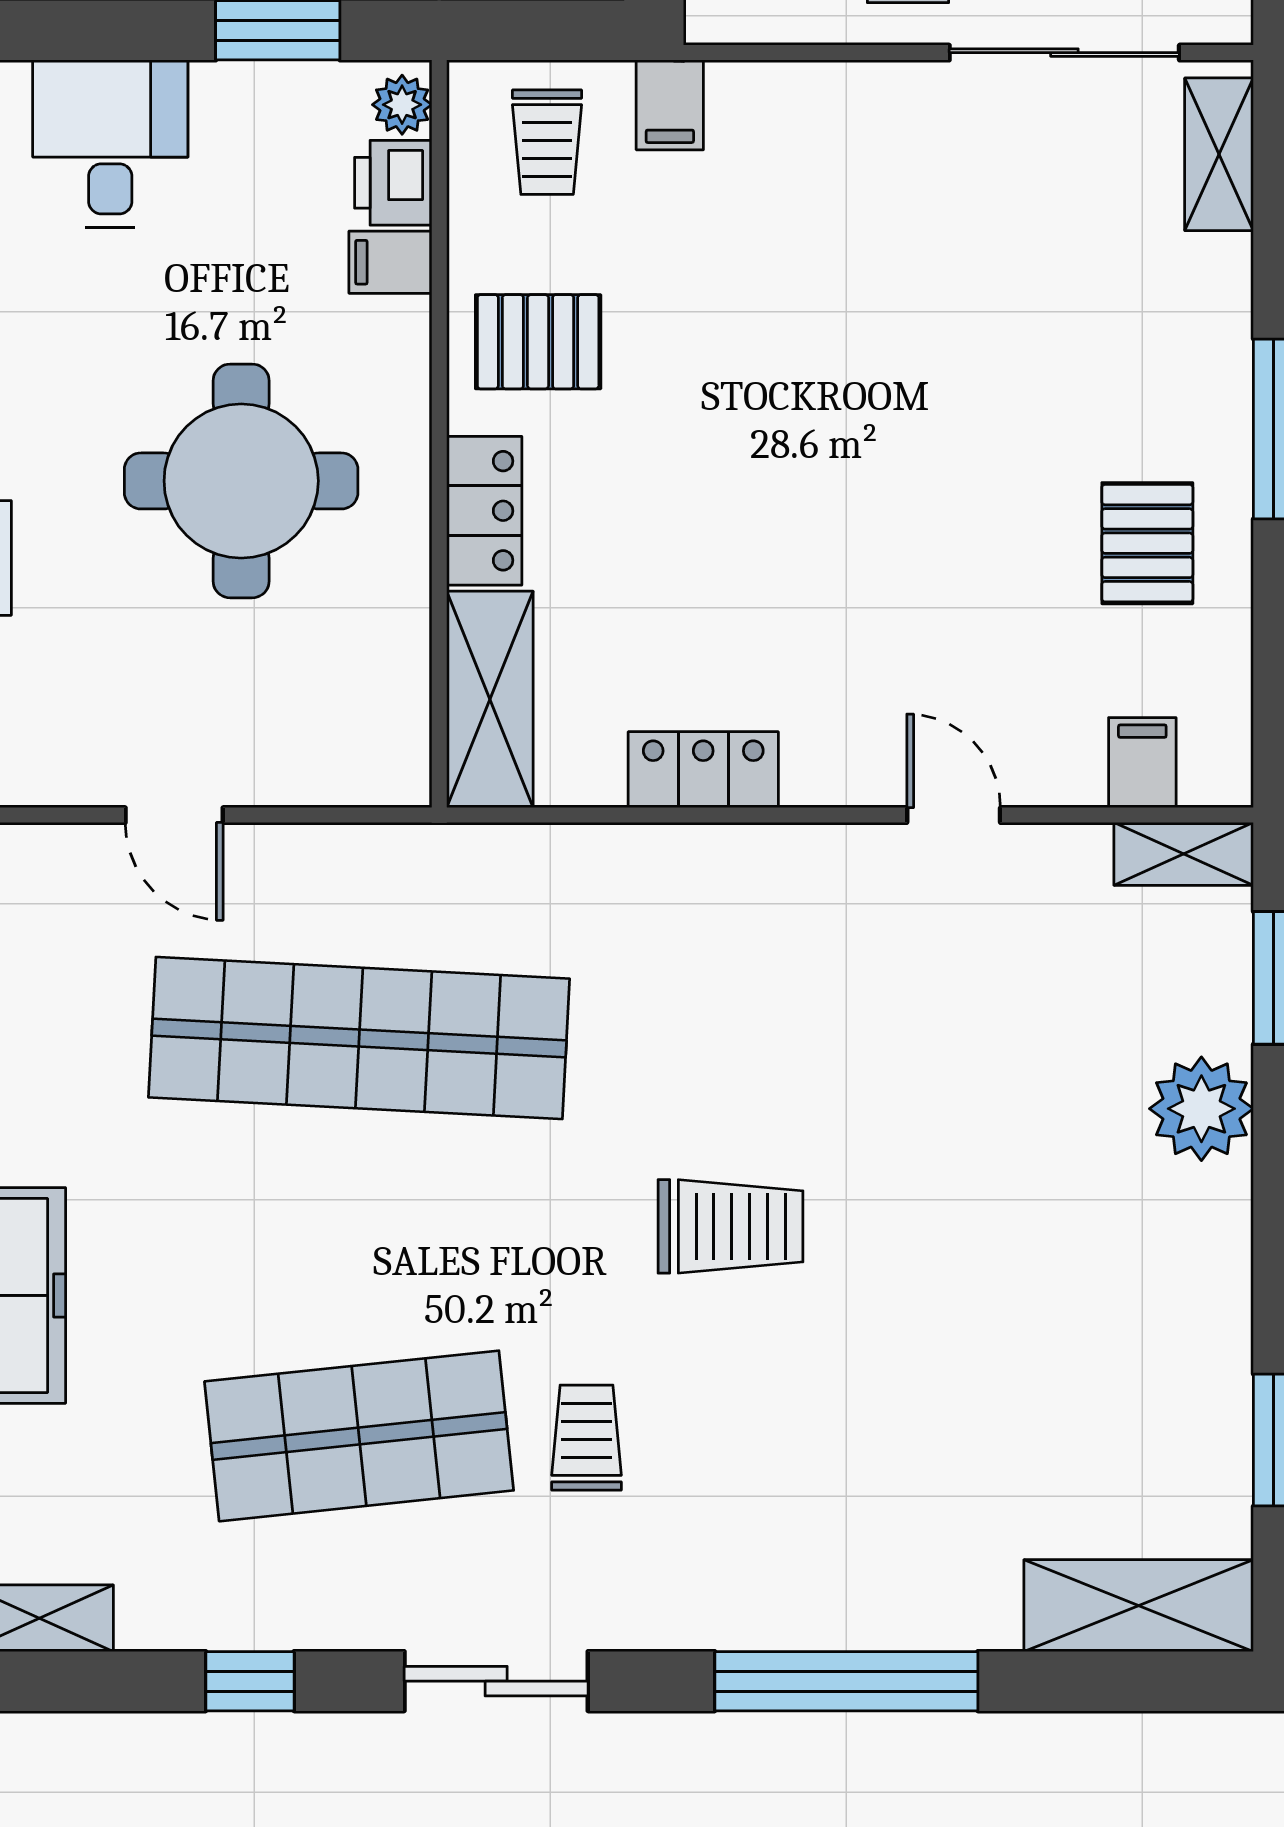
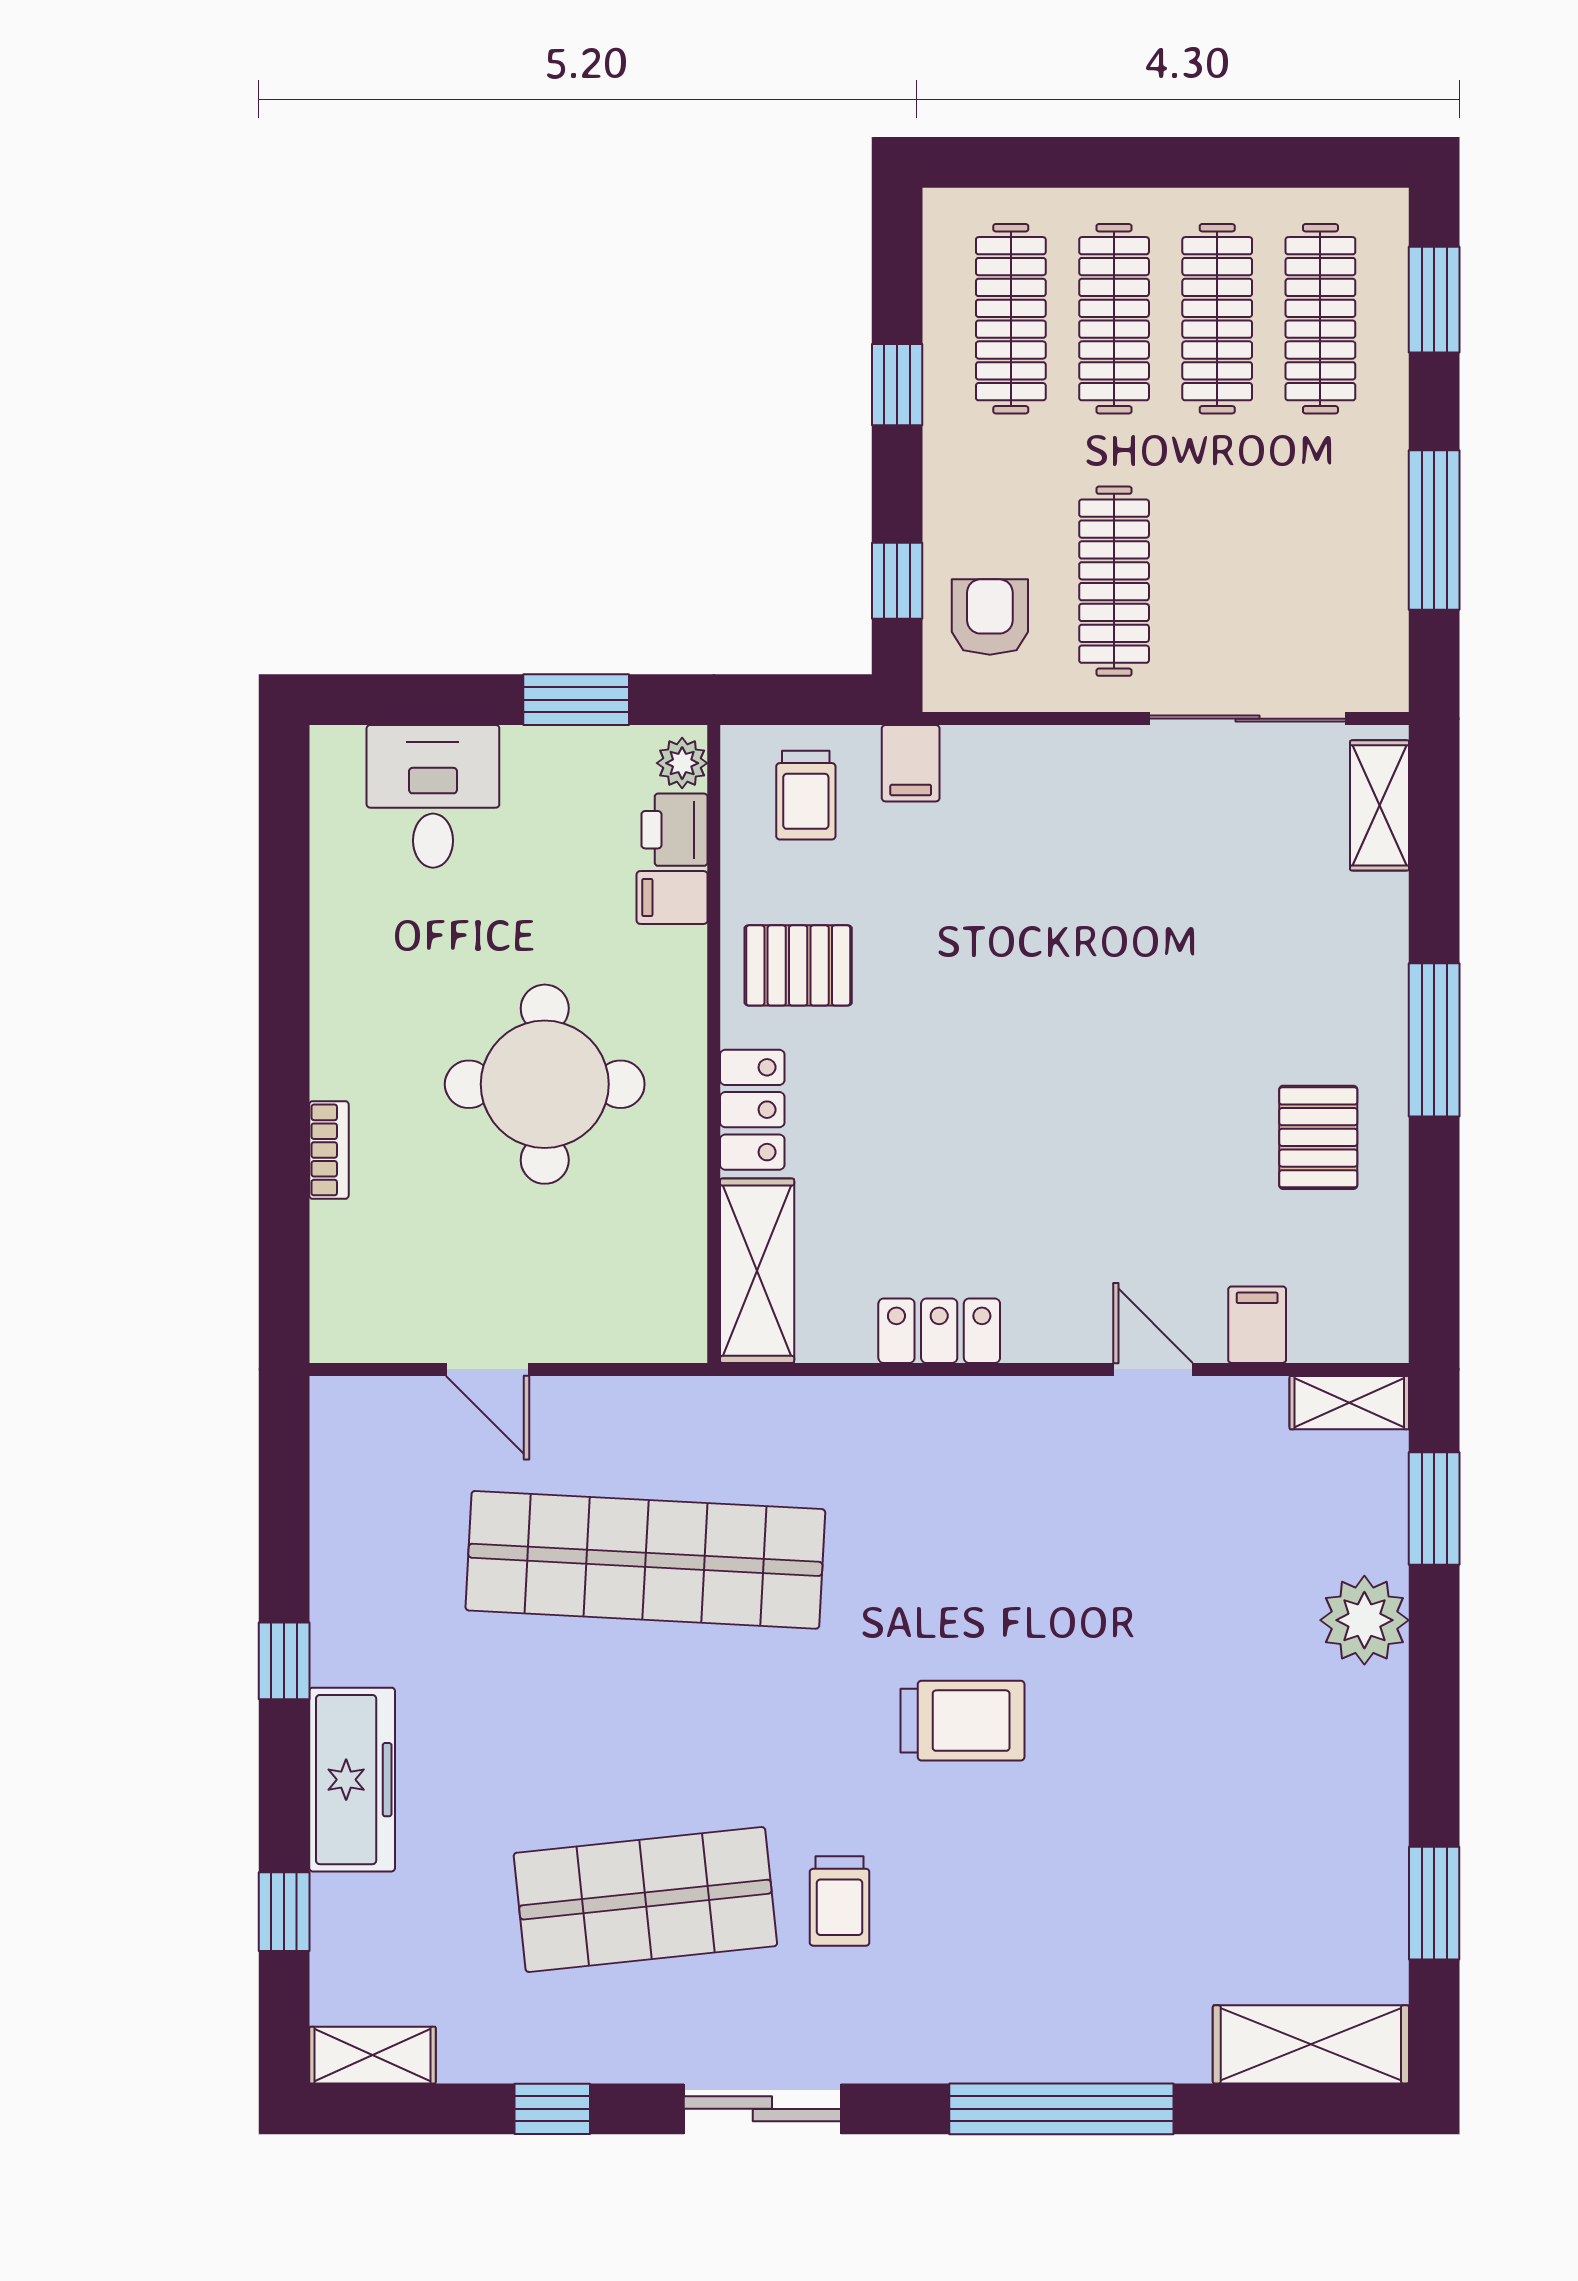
filing cabinet: (1142, 763) -> (1257, 1325), moved
trolley: (586, 1438) -> (840, 1901), turned 180

